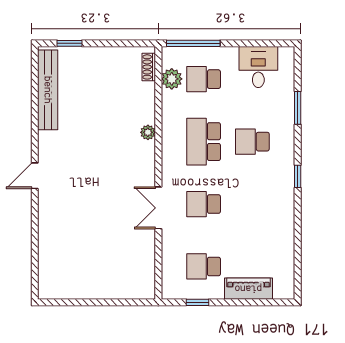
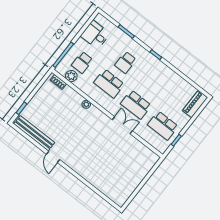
door: (35, 176) -> (53, 157), moved
school desk: (204, 204) -> (136, 104), width x1.85
double door: (158, 208) -> (122, 125), swing flipped
school desk: (204, 266) -> (163, 126), width x1.85
piano: (248, 289) -> (195, 104), moved

